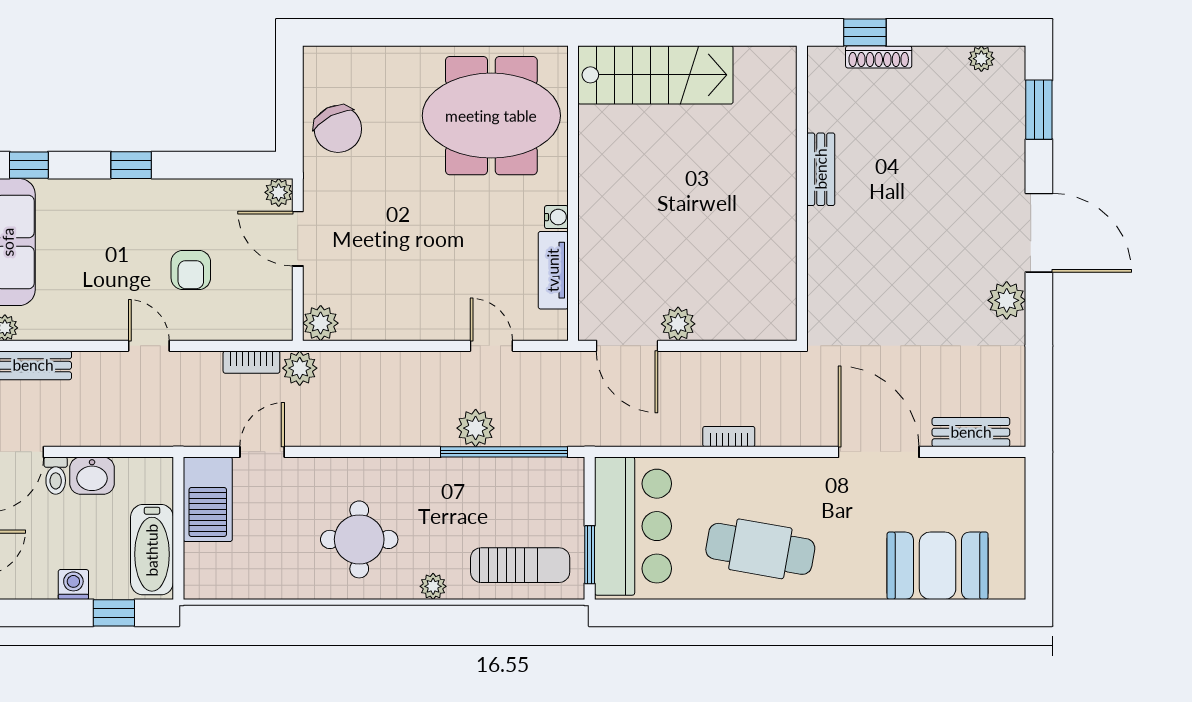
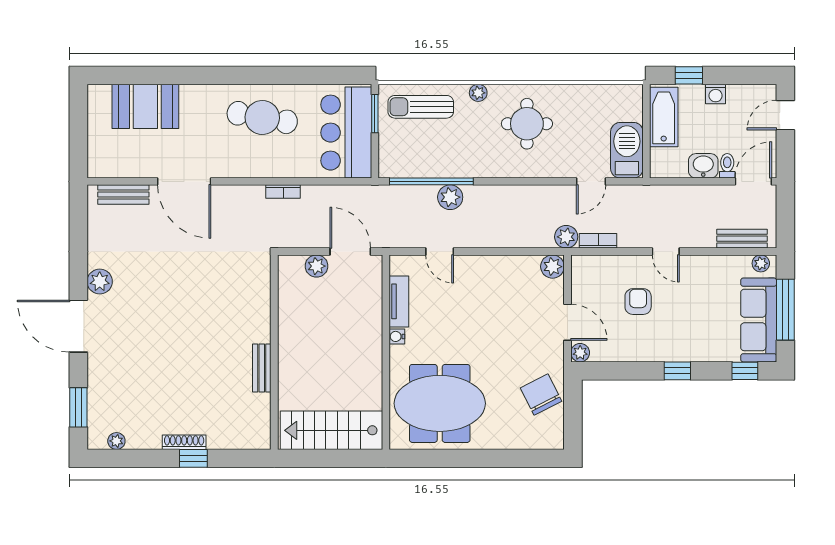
bench: (821, 169) -> (262, 368), moved
wall: (802, 193) -> (274, 352), moved

